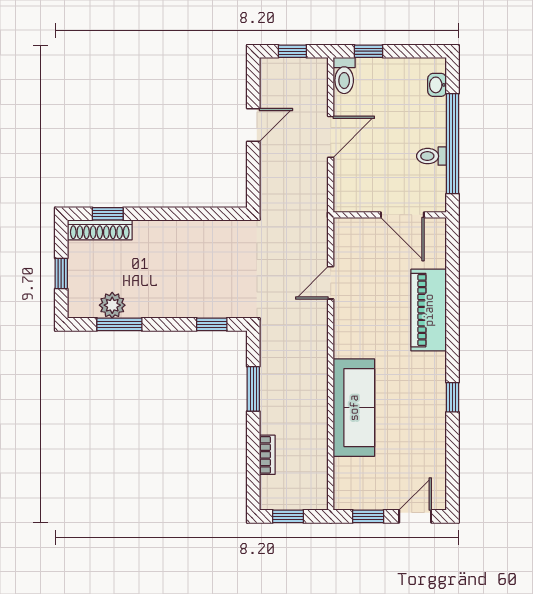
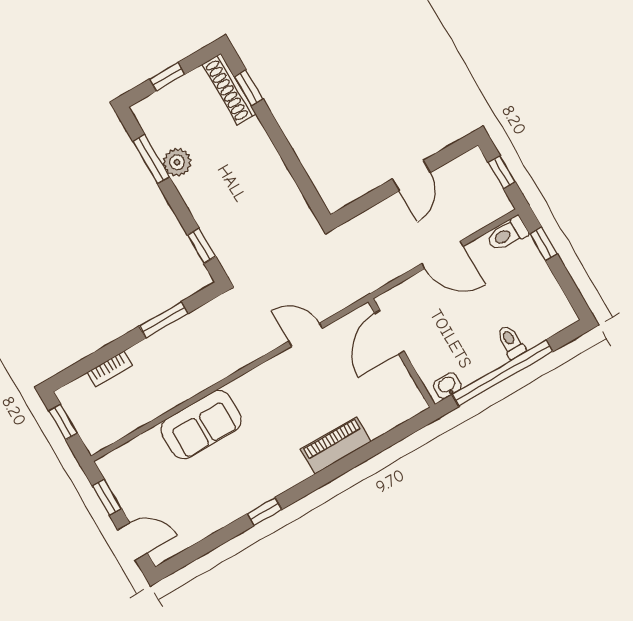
washbasin: (437, 85) -> (447, 386), moved
door: (253, 125) -> (411, 176), hinge flipped
toilet: (431, 156) -> (511, 342), moved
door: (402, 215) -> (389, 332), moved
plant: (112, 305) -> (177, 162), moved
piano: (429, 310) -> (336, 446), width x0.73, depth x0.75
sofa: (354, 408) -> (201, 425), width x0.73

